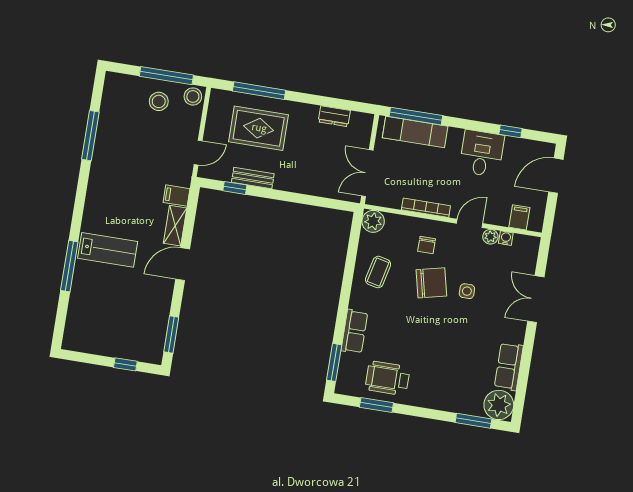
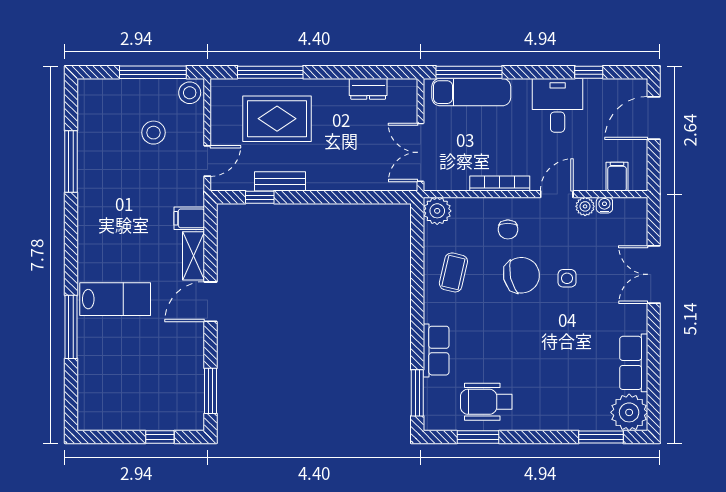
stool: (159, 101) -> (153, 133), moved

